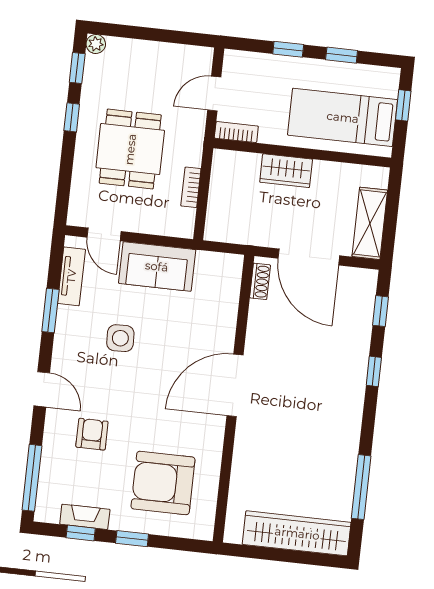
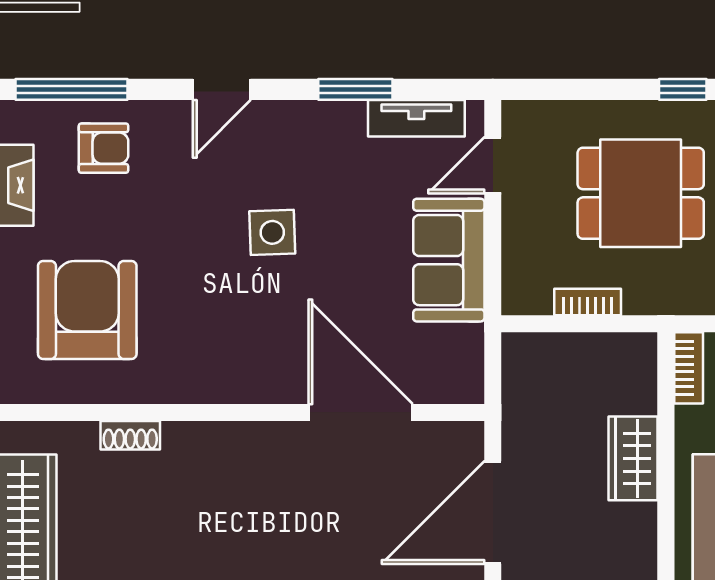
shoe rack: (260, 281) -> (130, 435), moved
side table: (120, 338) -> (272, 232), moved
door: (235, 385) -> (361, 412), moved
armchair: (92, 434) -> (104, 148), moved

